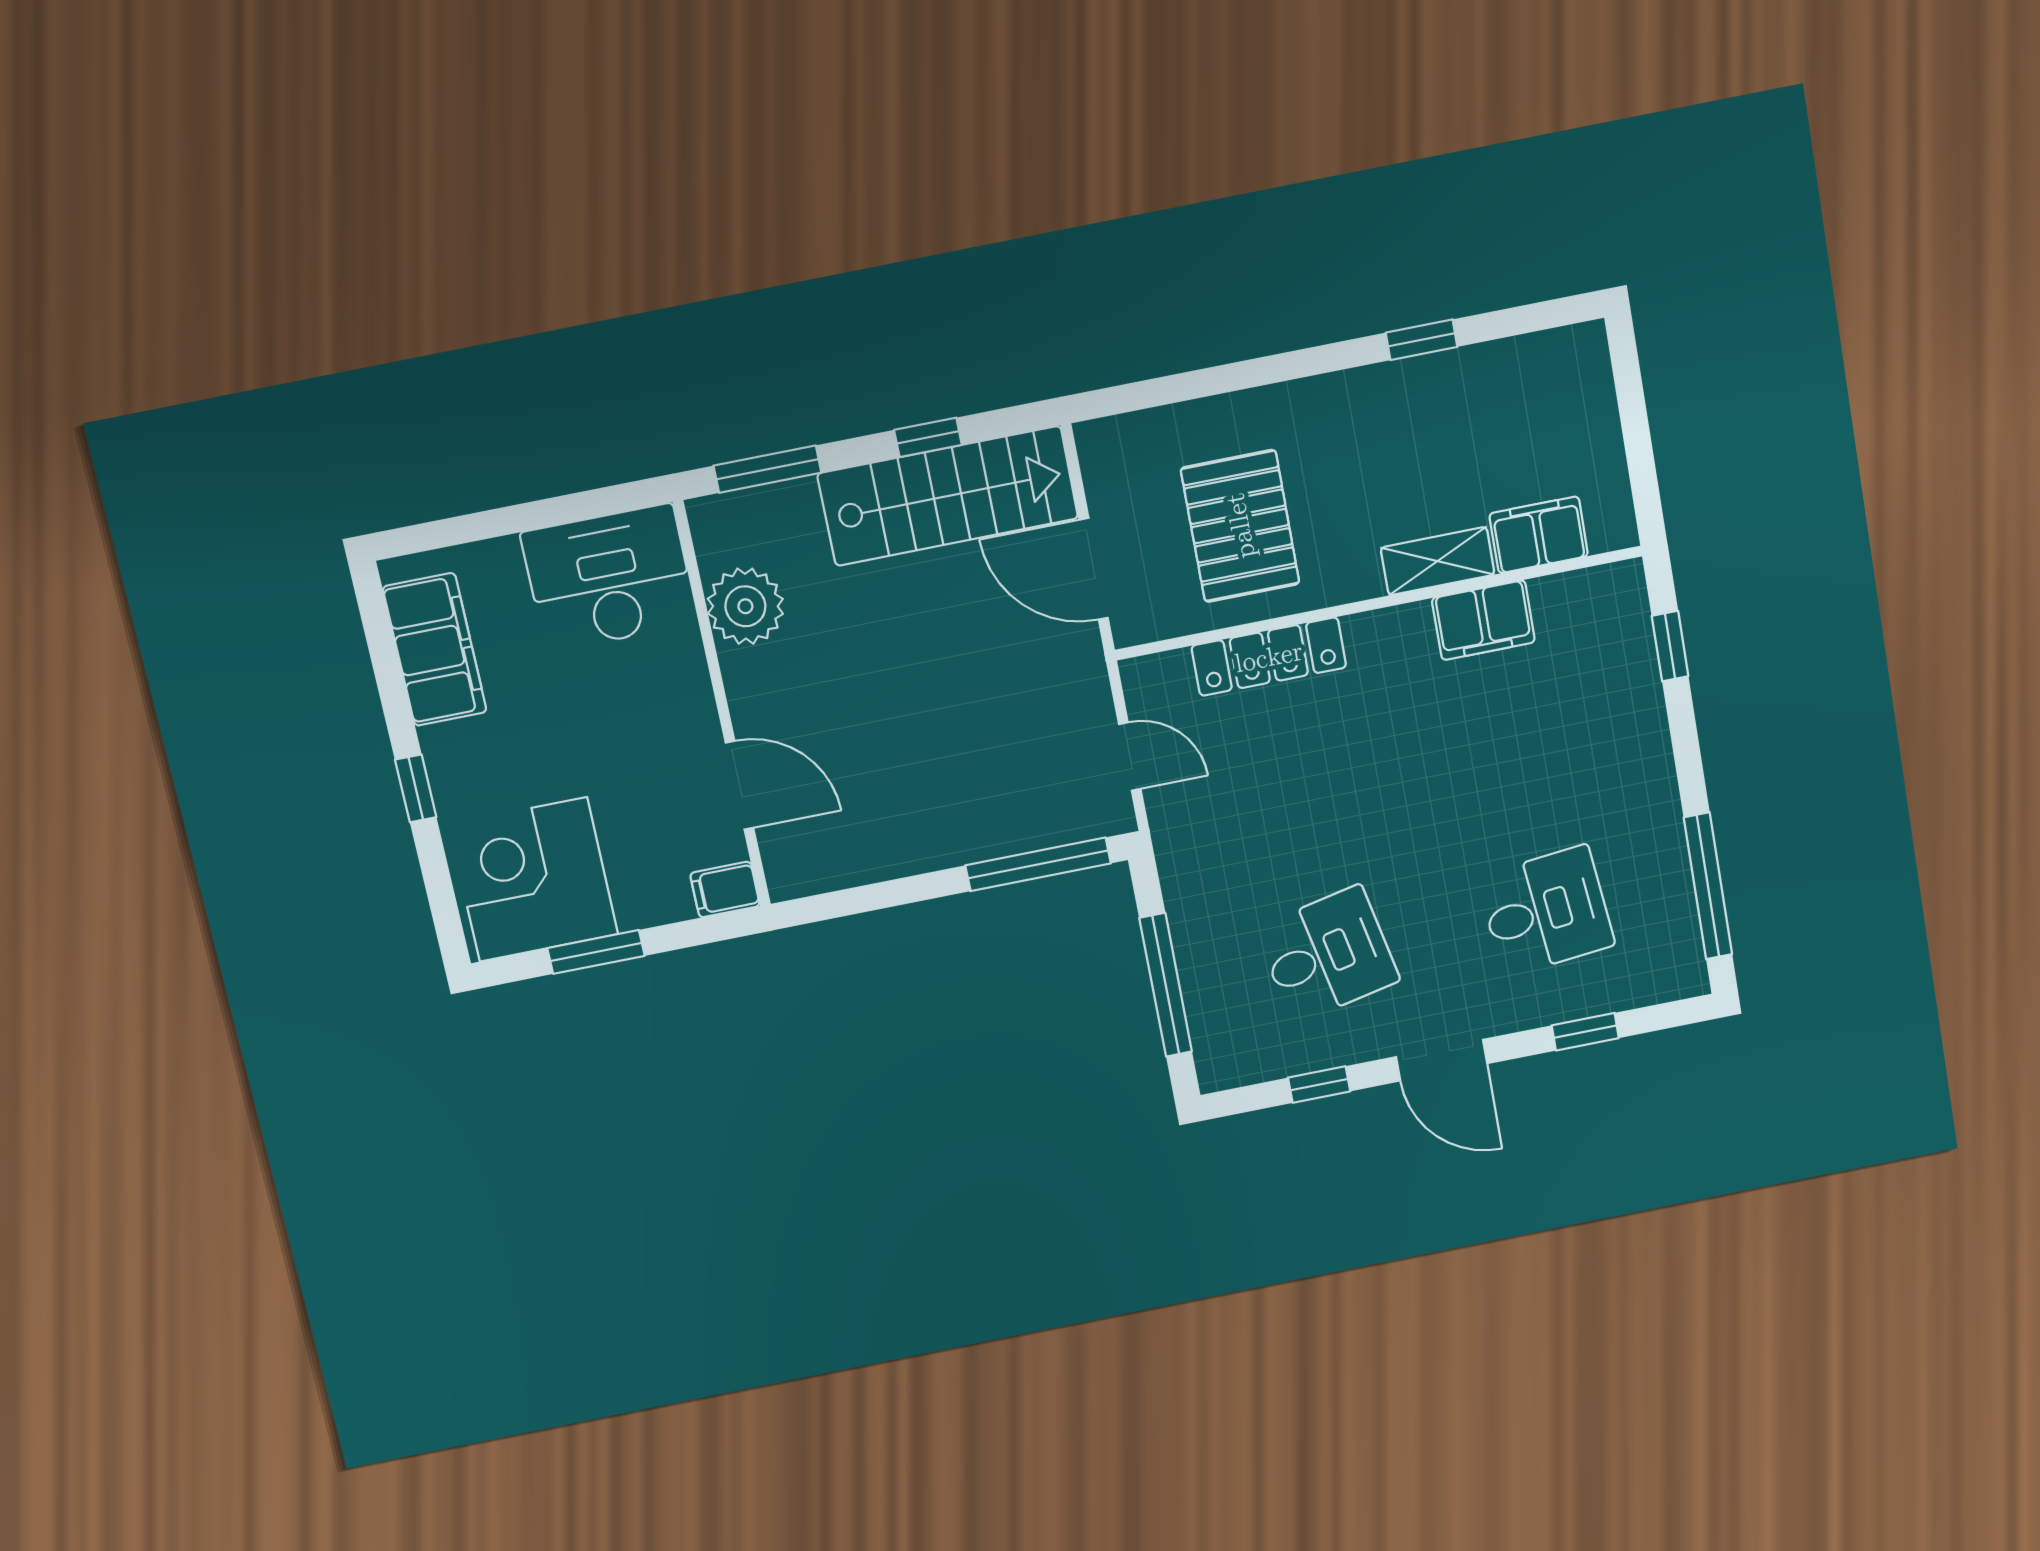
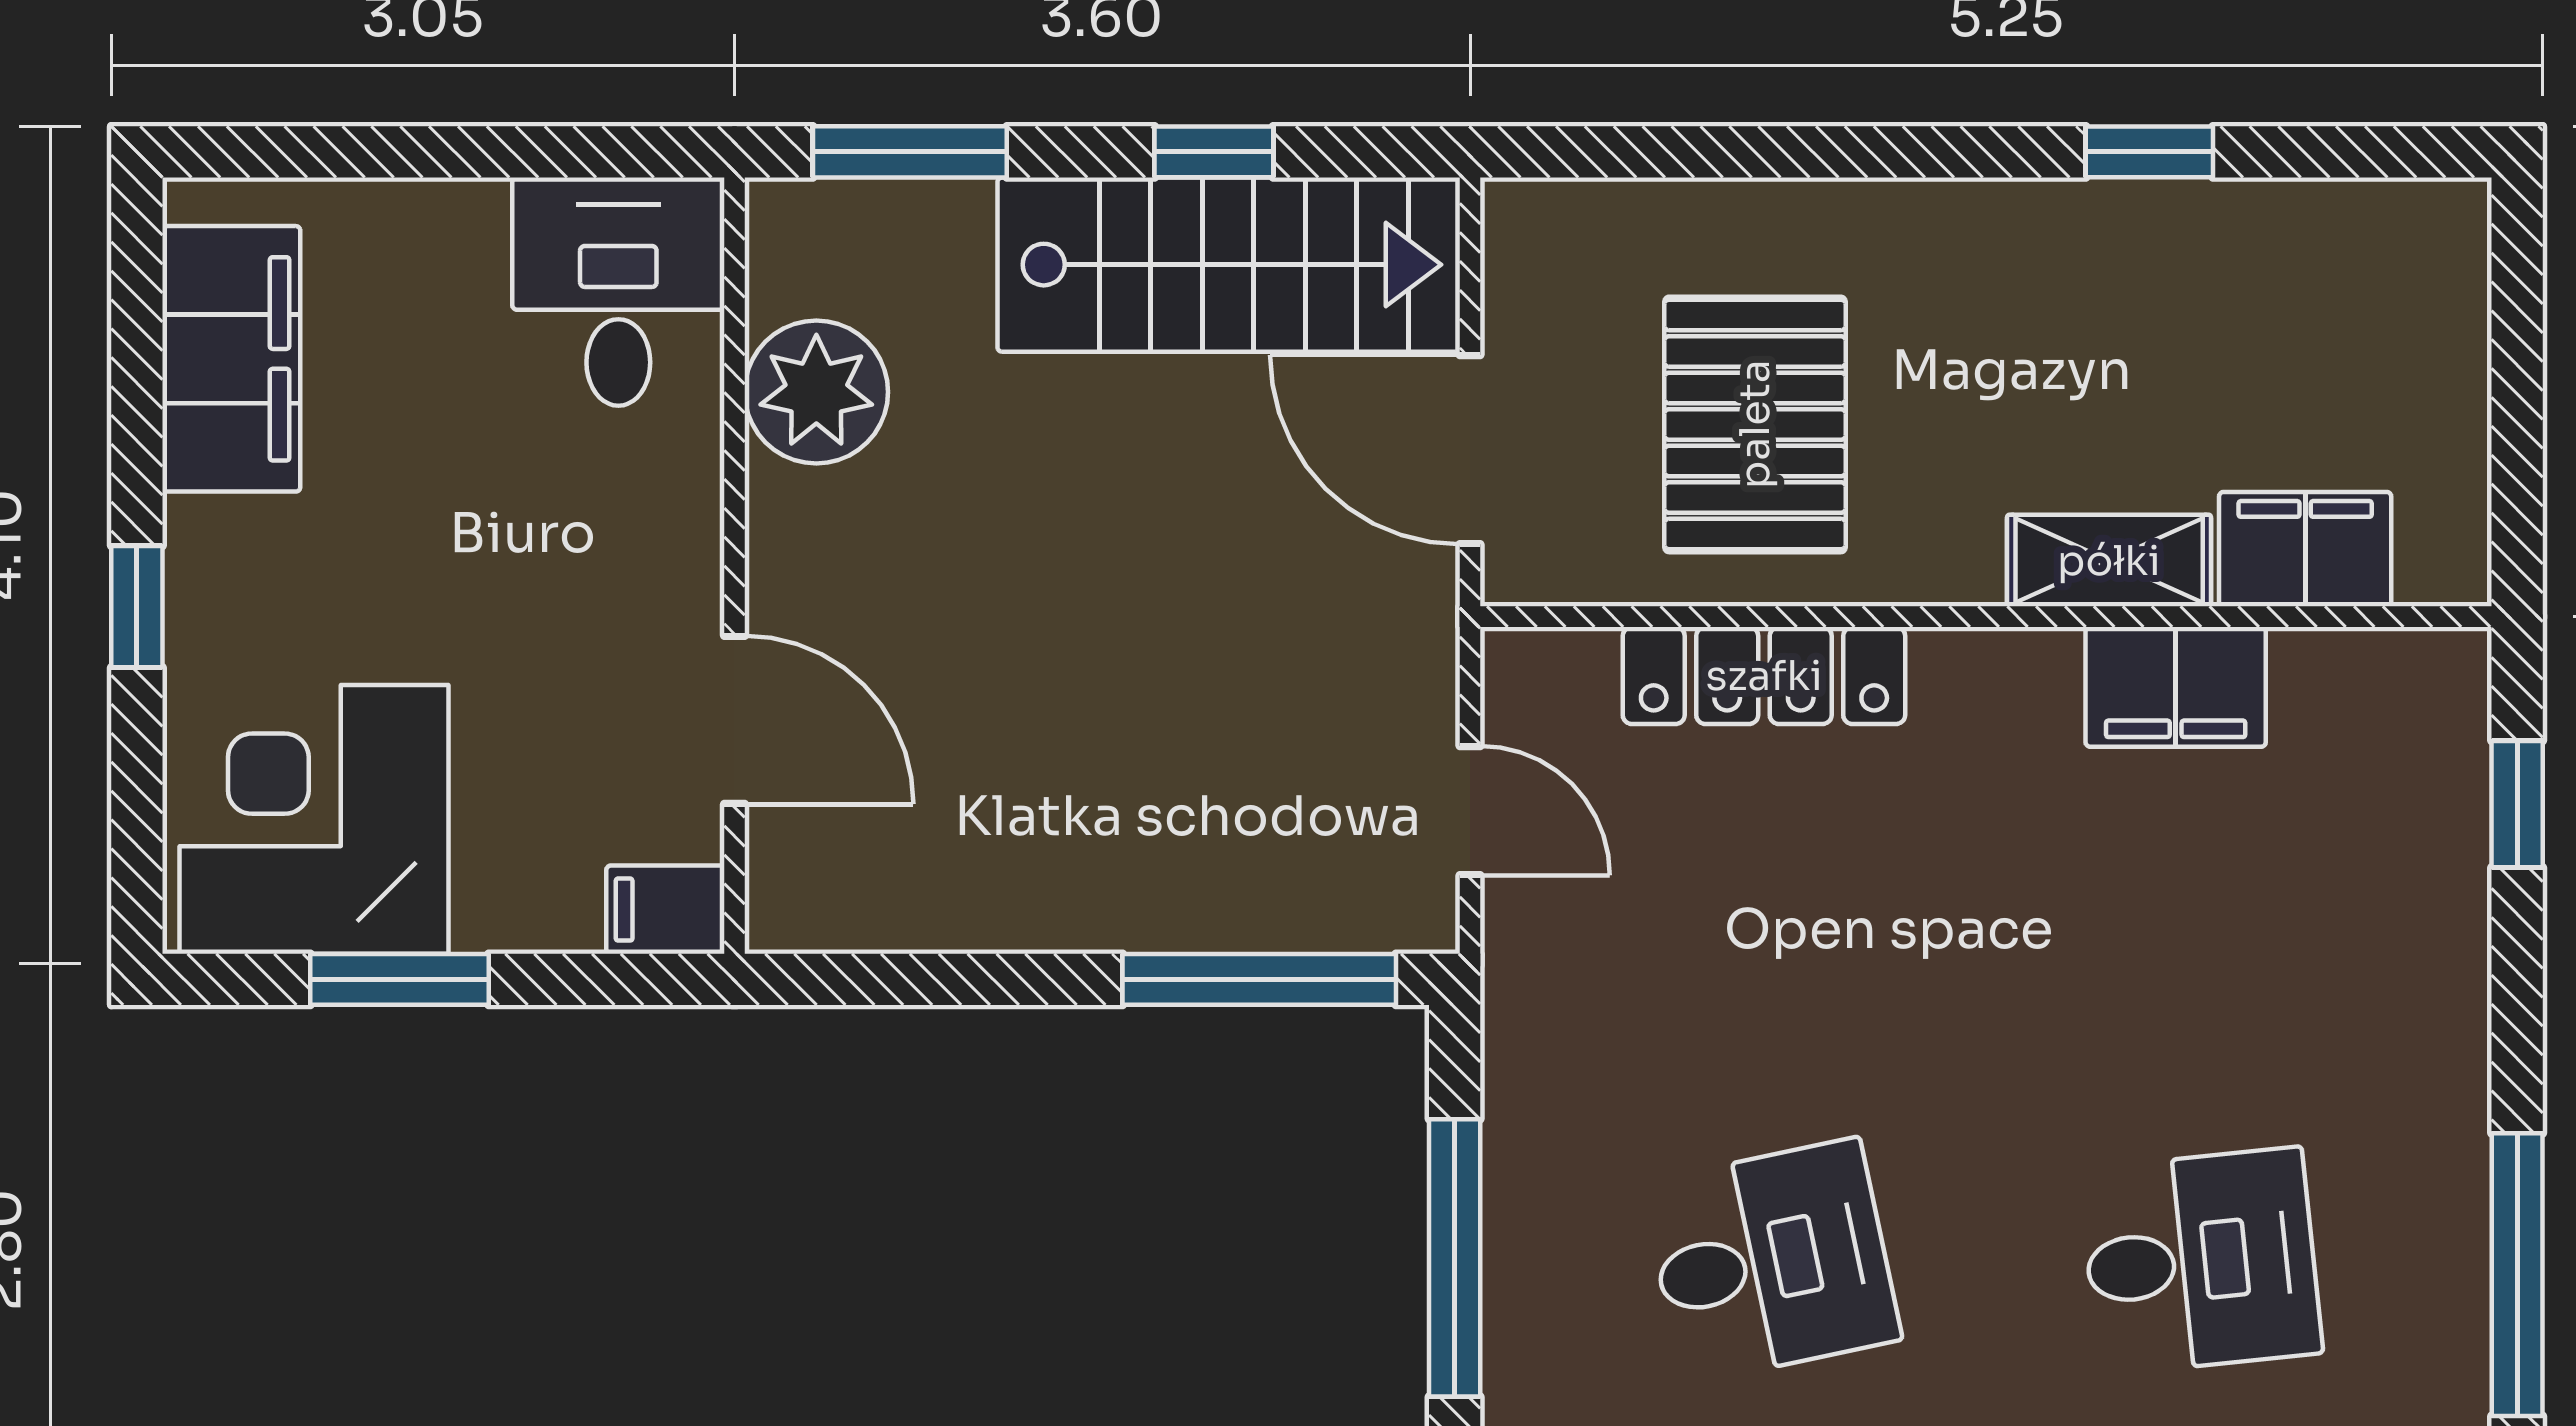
desk: (609, 578) -> (618, 292), width x0.73

